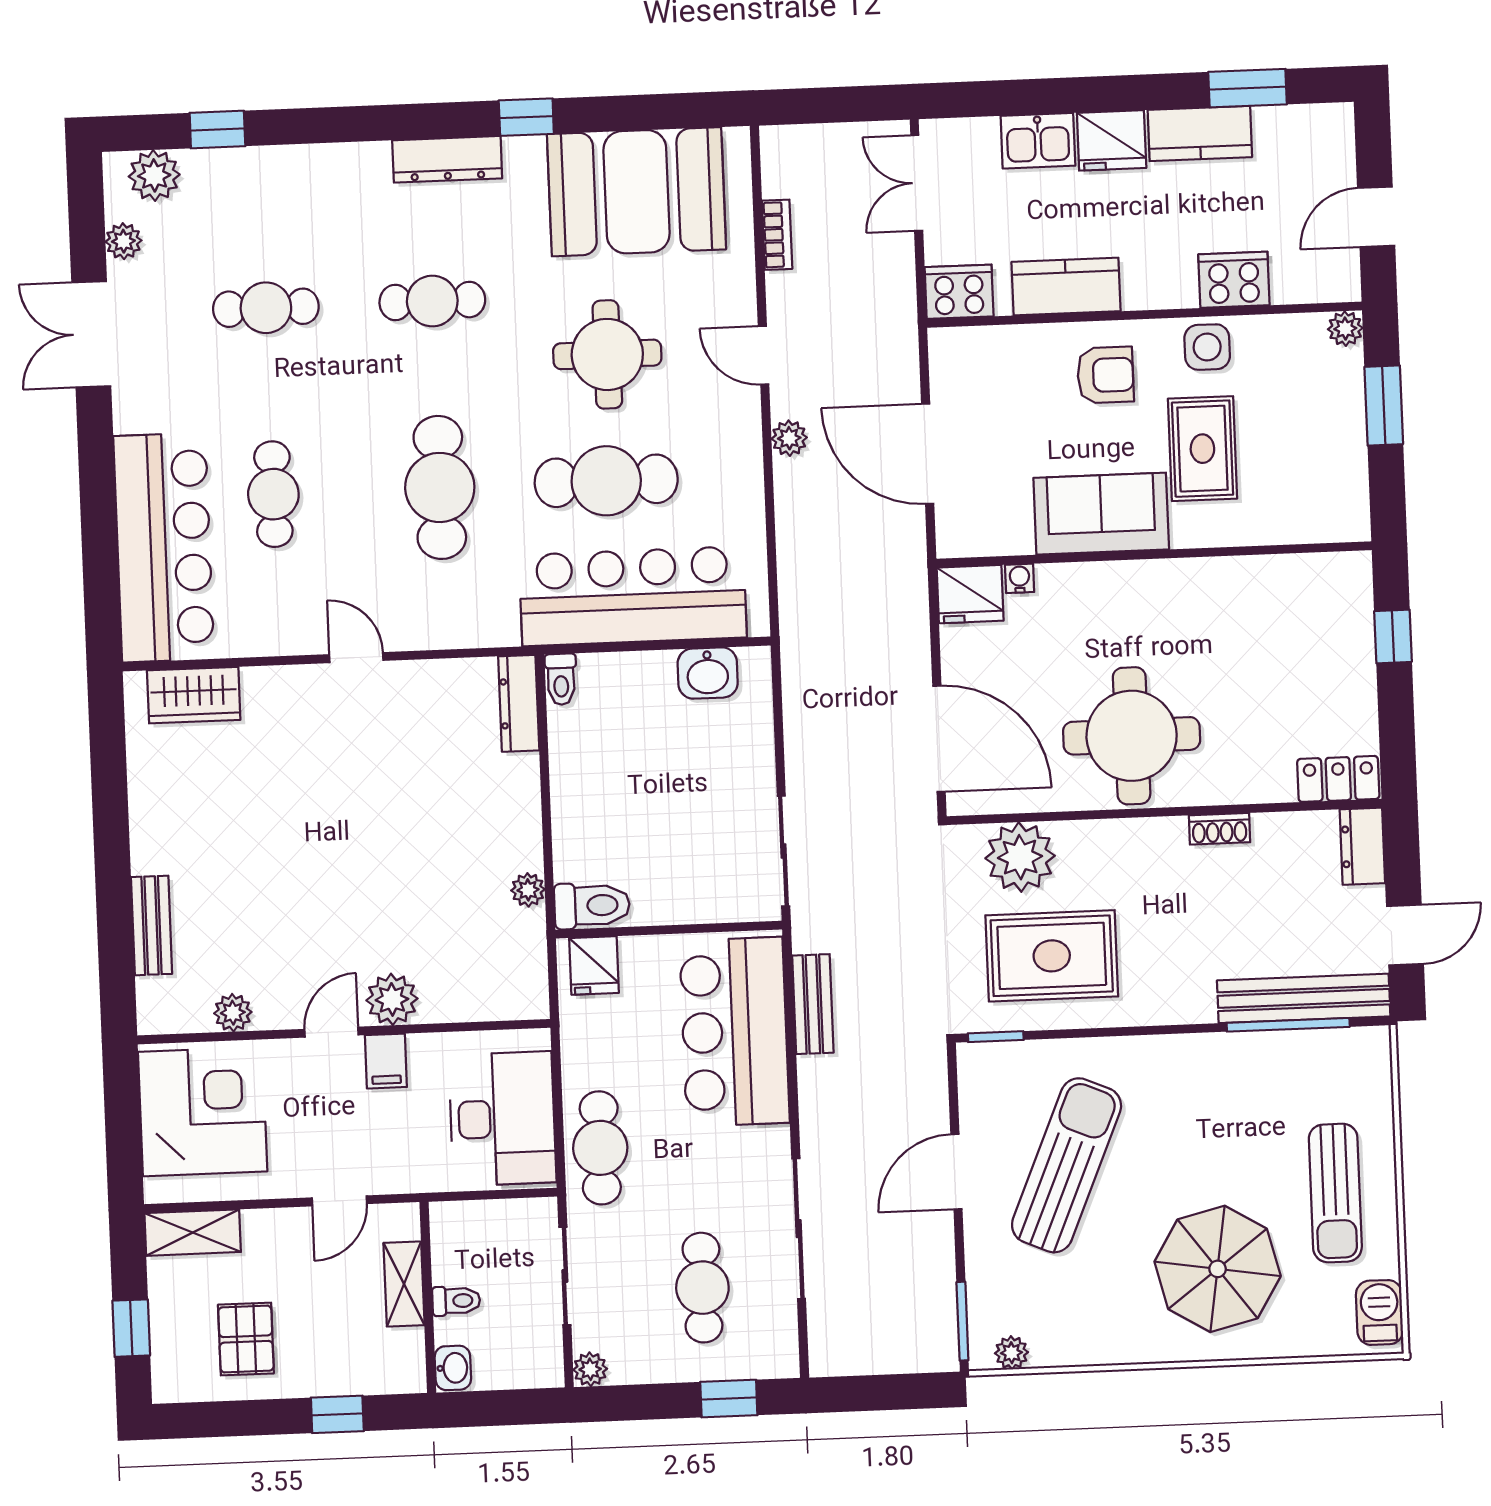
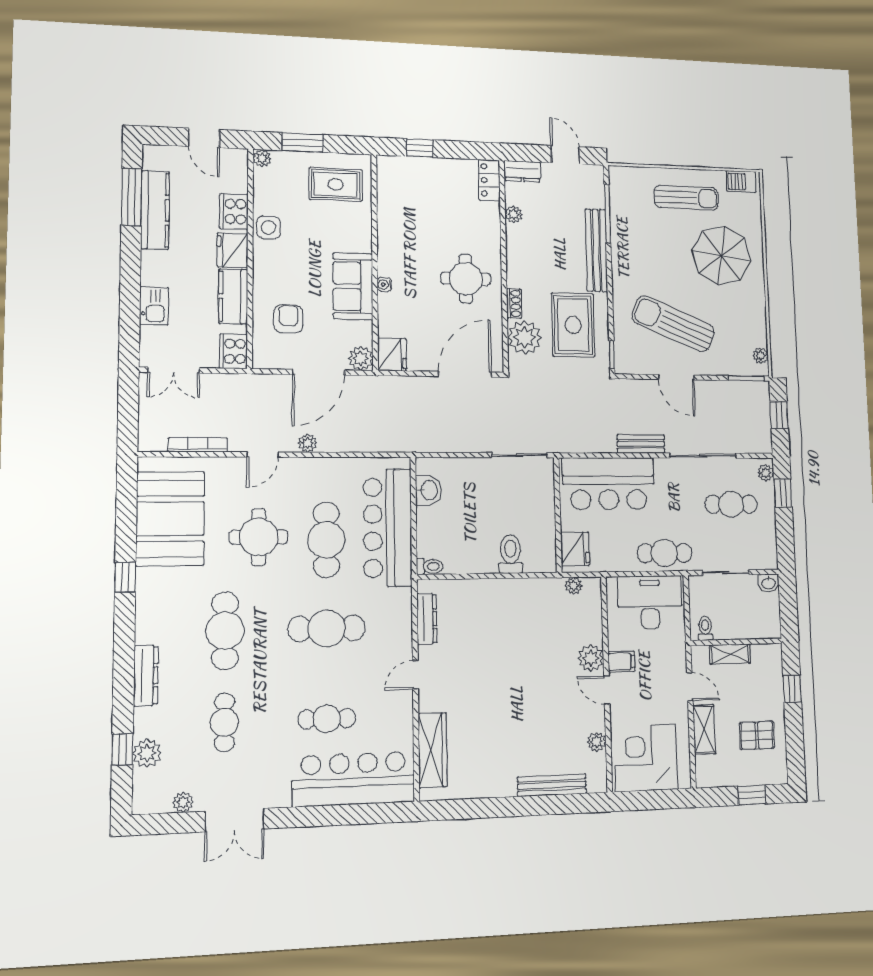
window: (1247, 88) -> (132, 197), width x1.44
kitchen counter: (1200, 134) -> (155, 210), width x1.50
fridge: (1112, 140) -> (232, 250), moved, turned 180
dresser: (447, 159) -> (146, 676), moved
plant: (154, 175) -> (147, 753), moved
bookcase: (777, 235) -> (198, 445), width x1.56
cafe table: (432, 301) -> (225, 631), width x1.37, depth x1.35
armchair: (1105, 375) -> (288, 319), moved
rug: (1202, 449) -> (336, 184), moved
plant: (959, 534) -> (361, 358), added
water cooler: (1020, 578) -> (384, 285), moved
wardrobe: (194, 695) -> (433, 750), width x1.50
dresser: (519, 703) -> (427, 619), moved, turned -90
round table: (1132, 736) -> (466, 279), width x0.73, depth x0.73
shoe rack: (1219, 829) -> (514, 303), moved
plant: (1271, 830) -> (514, 214), added
plant: (528, 890) -> (574, 586), moved
toilet: (592, 905) -> (511, 554), moved
bench: (152, 925) -> (552, 785), width x1.36
fridge: (594, 965) -> (575, 549), width x1.38
bench: (1304, 998) -> (596, 250), moved
bench: (813, 1004) -> (641, 444), moved
shelving: (193, 1233) -> (704, 729), moved
toilet: (456, 1301) -> (705, 628), moved
washbasin: (453, 1368) -> (769, 583), moved, turned 180
plant: (590, 1369) -> (766, 473), moved
window: (890, 1392) -> (779, 415), added

